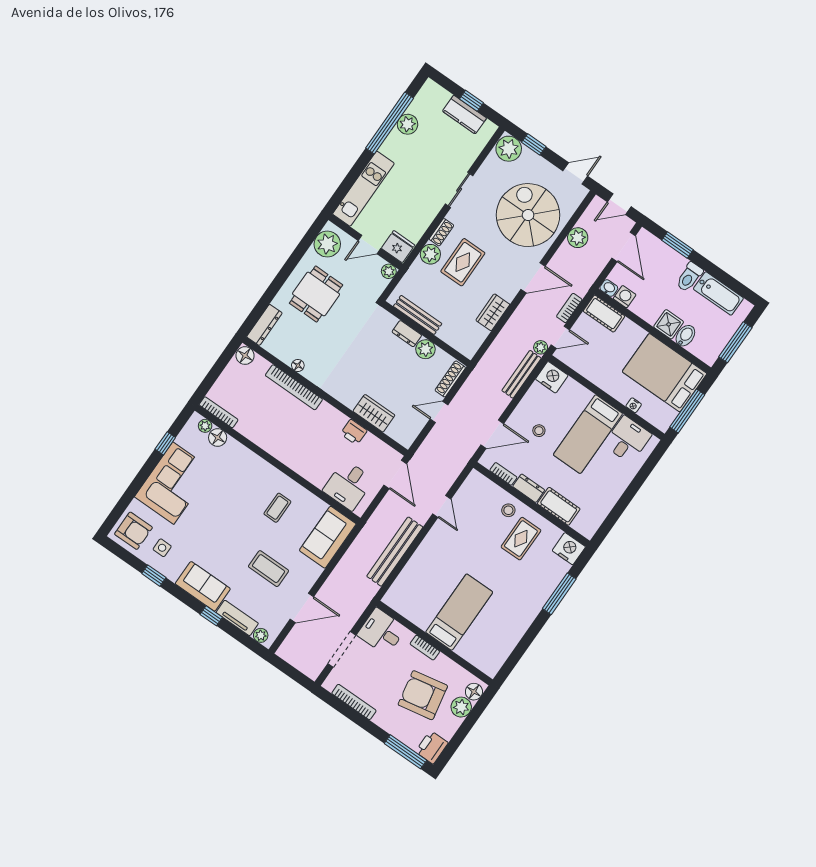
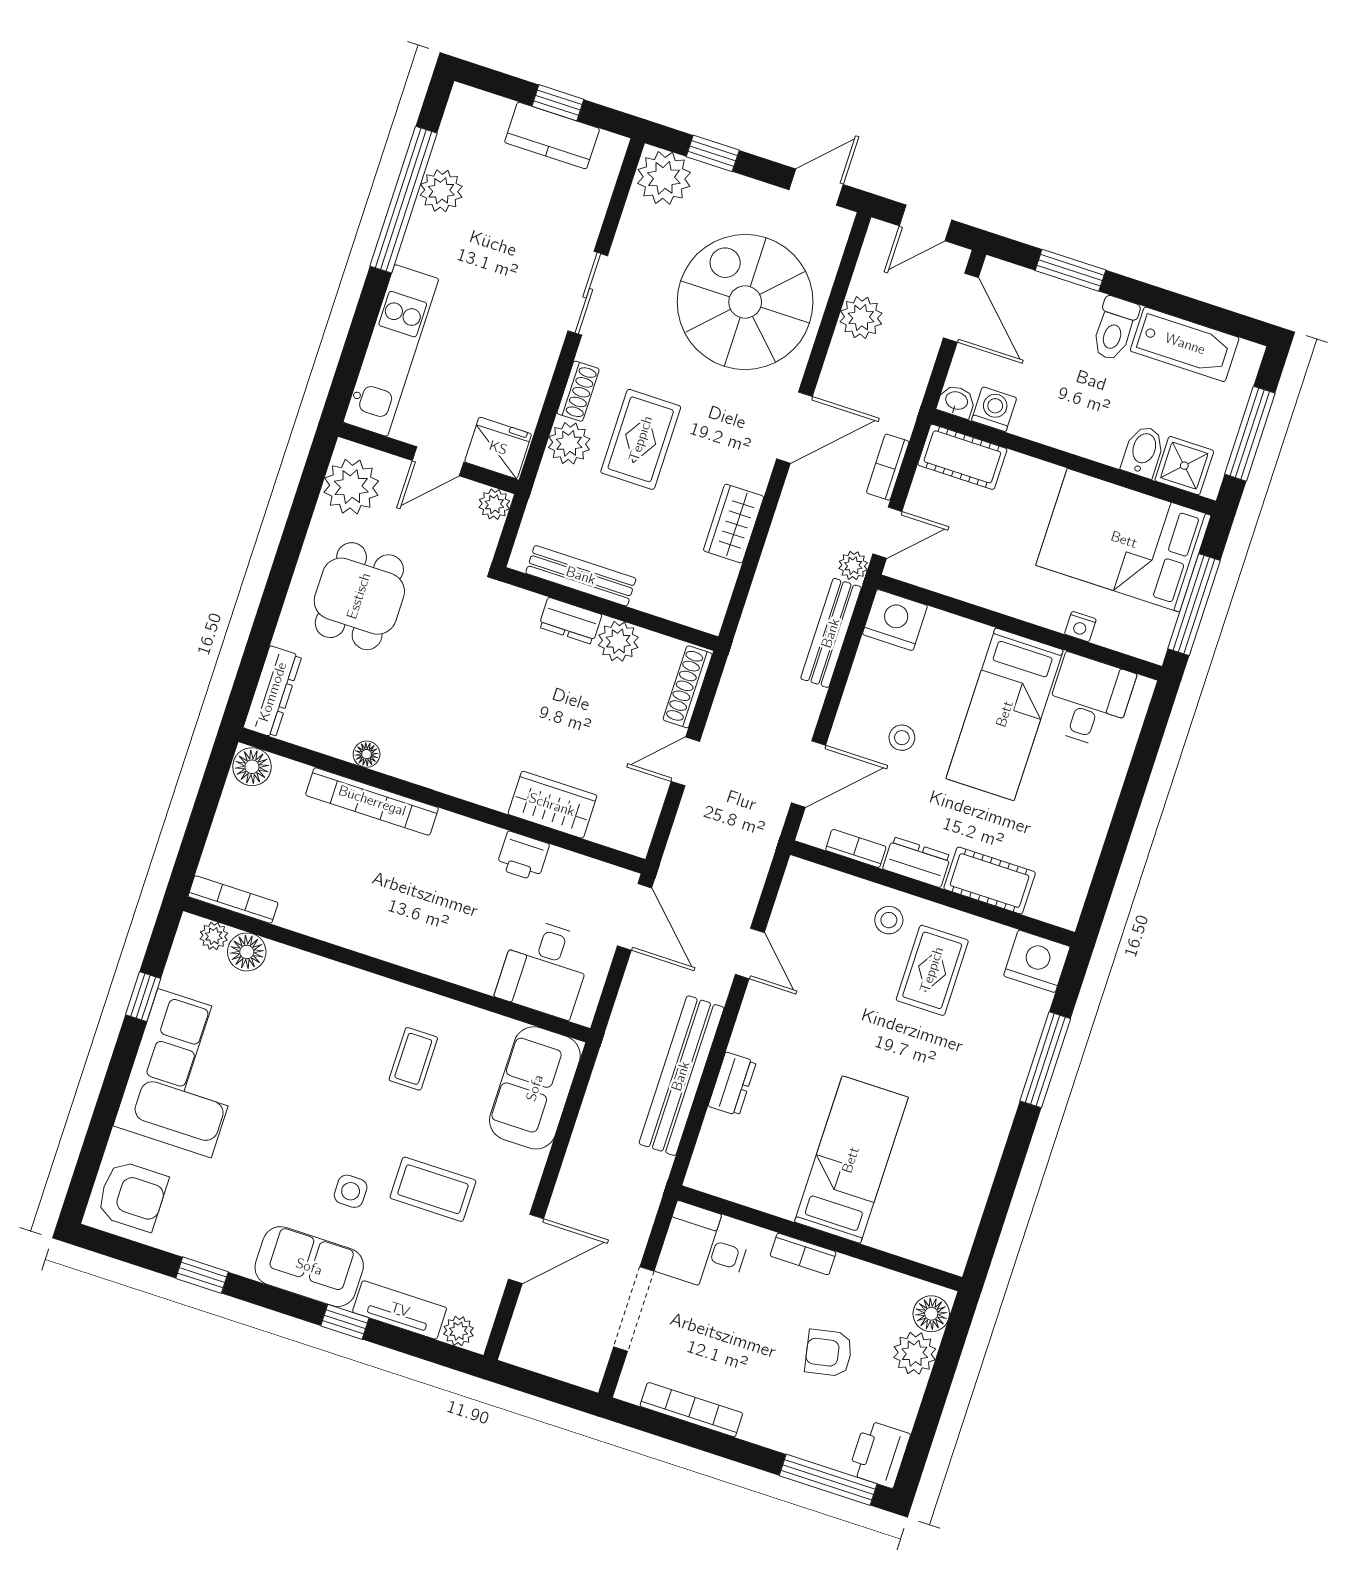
shower: (669, 324) -> (1184, 466), moved
side table: (162, 548) -> (351, 1191), moved
dresser: (416, 562) -> (732, 1084), added
armchair: (423, 695) -> (829, 1353), width x0.53, depth x0.53

